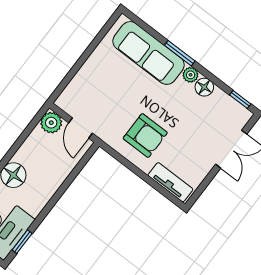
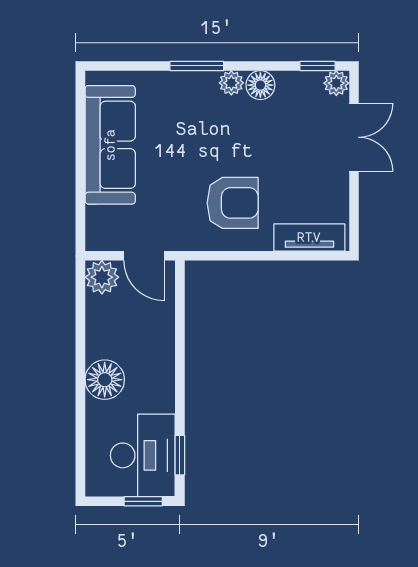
sofa: (148, 53) -> (110, 145), moved, turned -90
plant: (243, 115) -> (336, 83), added

